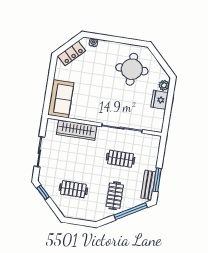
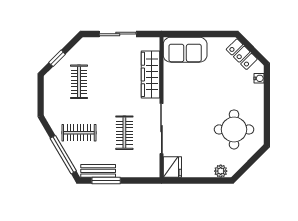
fridge: (160, 100) -> (172, 167), moved, turned 90
window: (43, 192) -> (57, 58), moved

